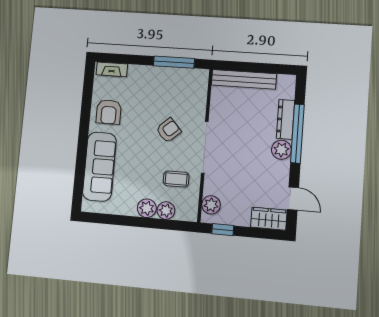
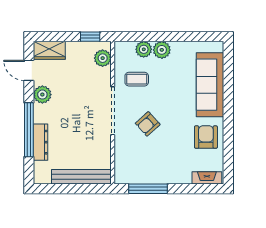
plant: (281, 150) -> (42, 95), moved

